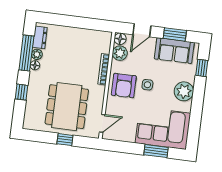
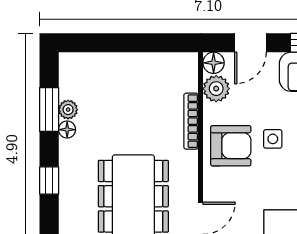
dresser: (40, 37) -> (70, 79), removed
window: (26, 53) -> (49, 109), width x0.69
armchair: (124, 86) -> (231, 146), turned -90

